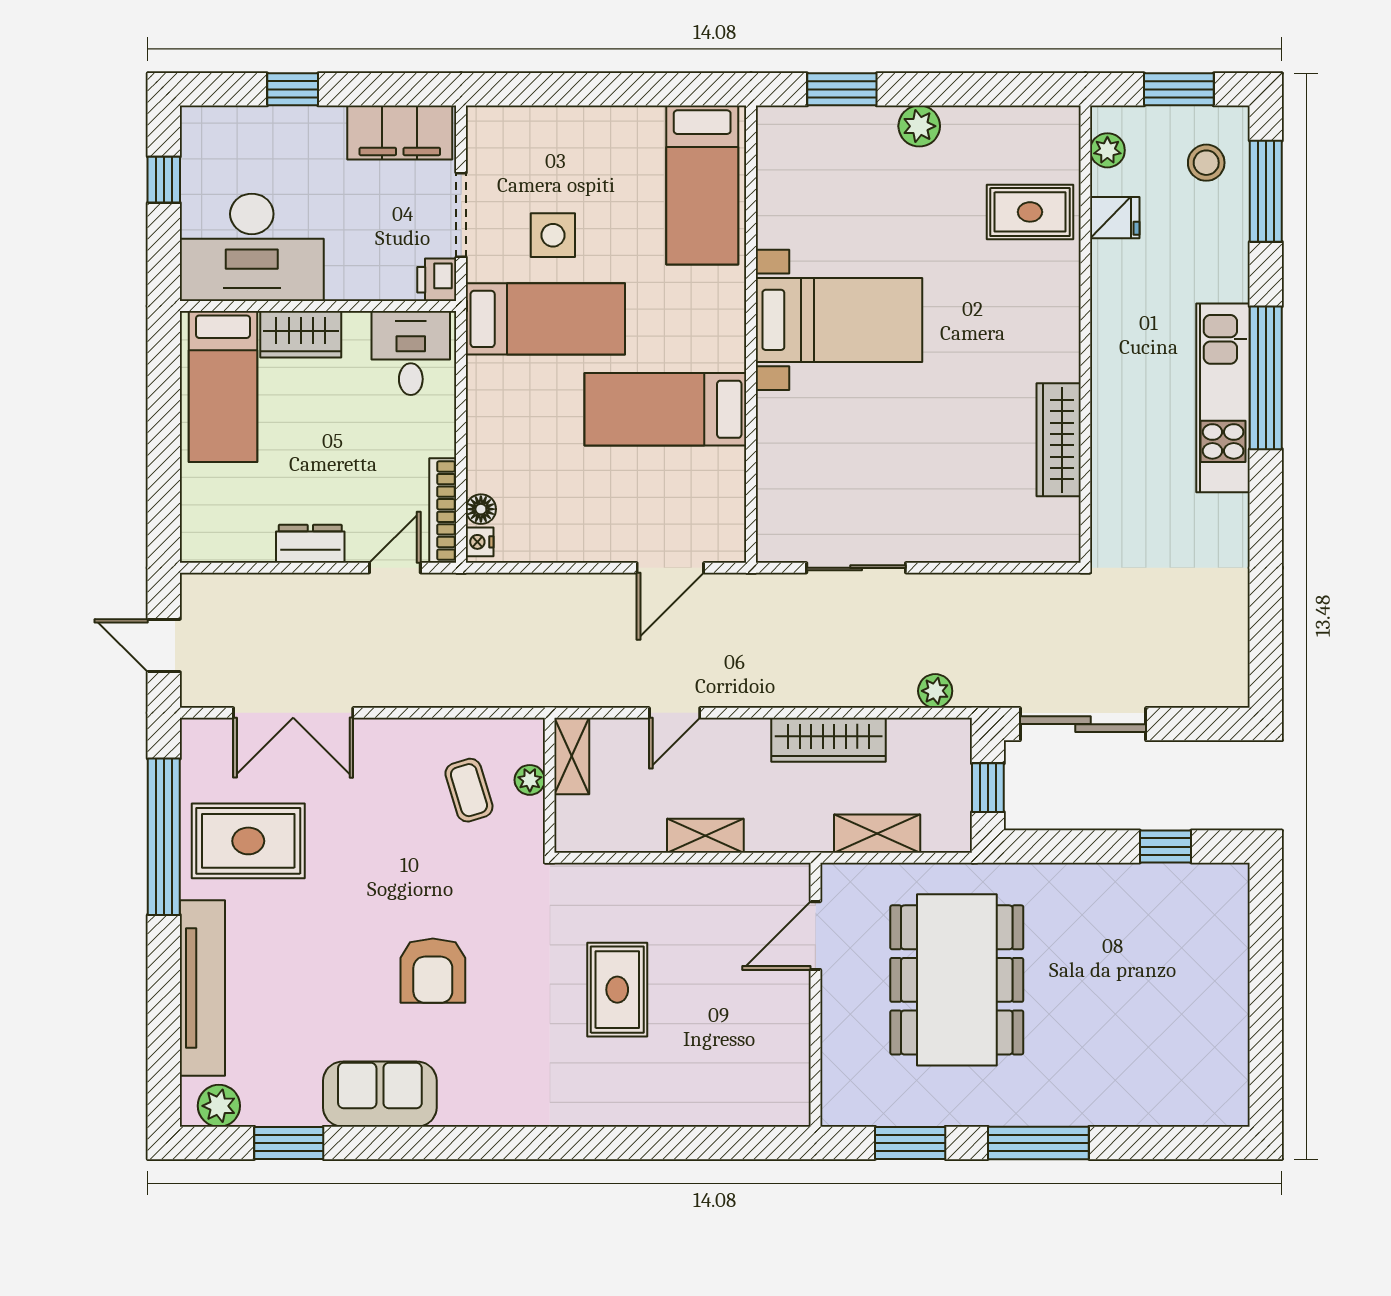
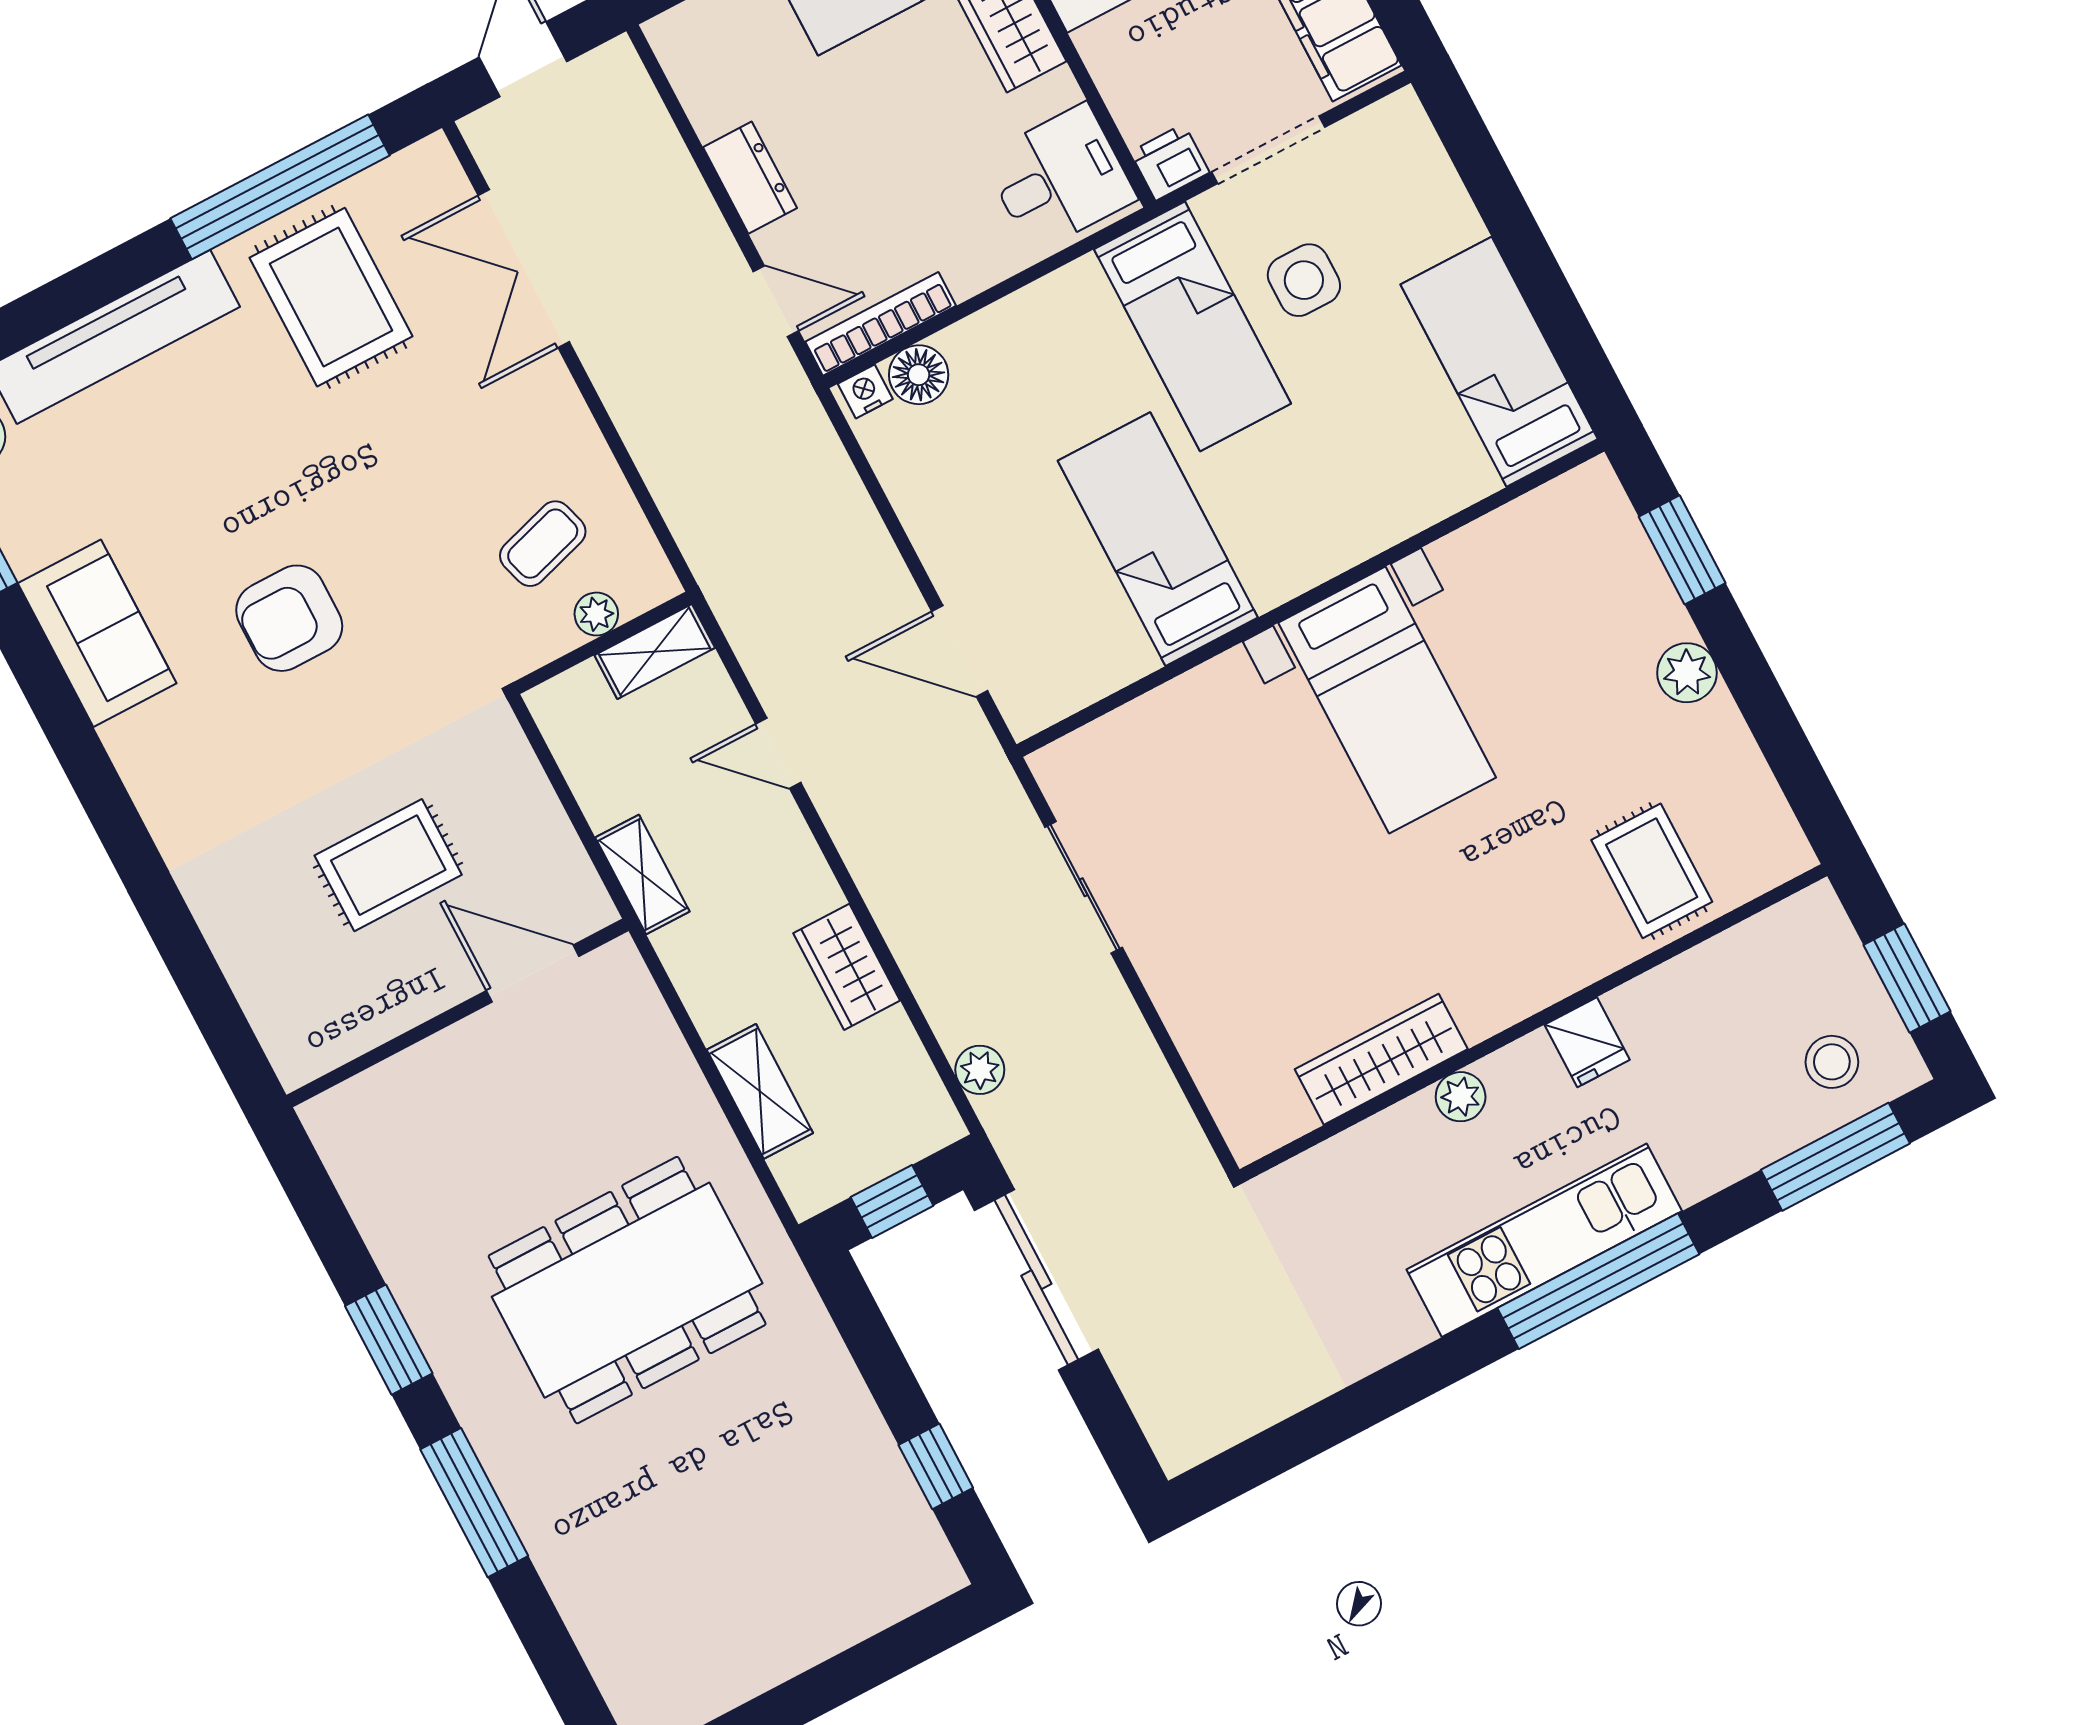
plant: (1107, 150) -> (1461, 1097), moved
bed: (702, 185) -> (1499, 362), moved, turned 90
fridge: (1115, 218) -> (1587, 1042), moved
floor lamp: (481, 509) -> (919, 375), width x1.37, depth x1.37
wardrobe: (829, 740) -> (847, 967), width x0.67
door: (815, 936) -> (533, 973), moved
wall: (815, 995) -> (458, 1013), moved

